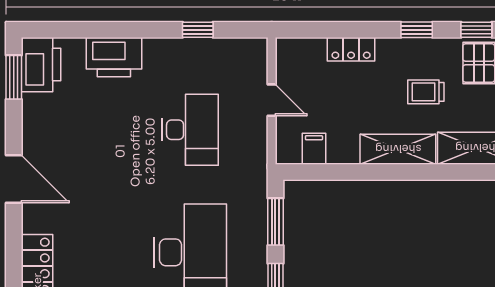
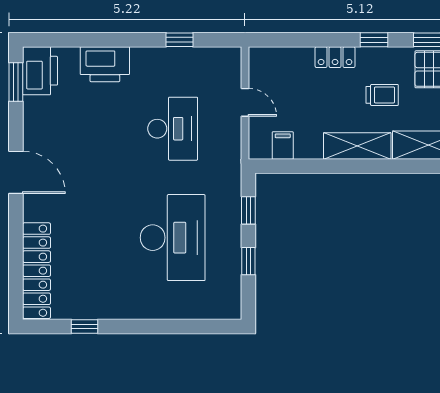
locker: (351, 49) -> (335, 57), moved
trolley: (426, 92) -> (382, 95), turned 180
window: (275, 222) -> (248, 210), width x0.67

